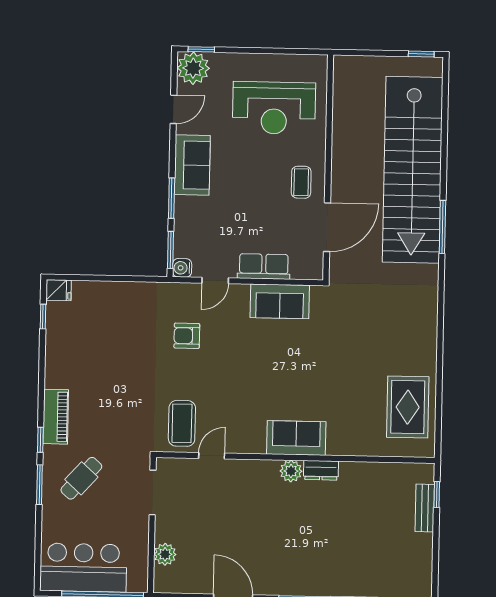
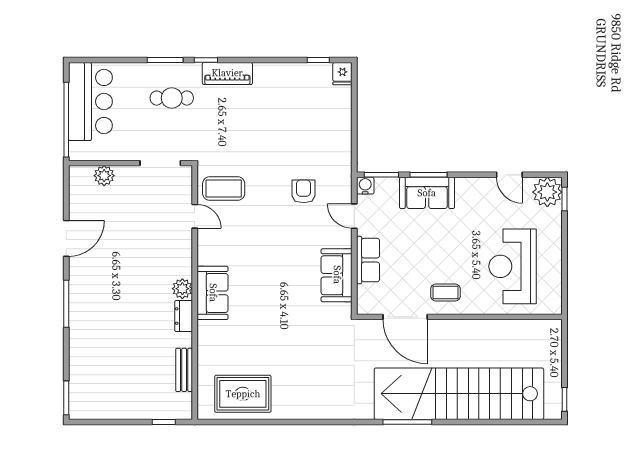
sofa: (192, 165) -> (427, 193), moved
cafe table: (81, 478) -> (172, 98), turned -42
bench: (425, 508) -> (184, 370), moved, turned 90

